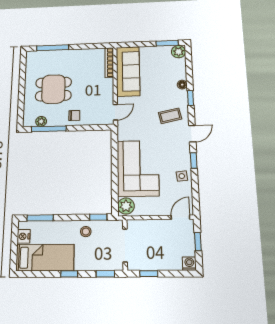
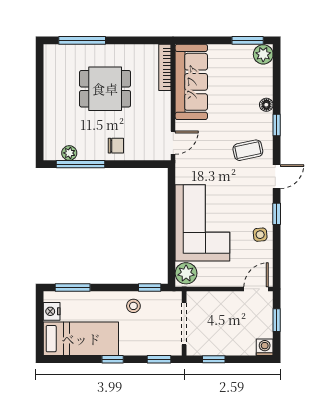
dining table: (53, 89) -> (105, 89), moved

